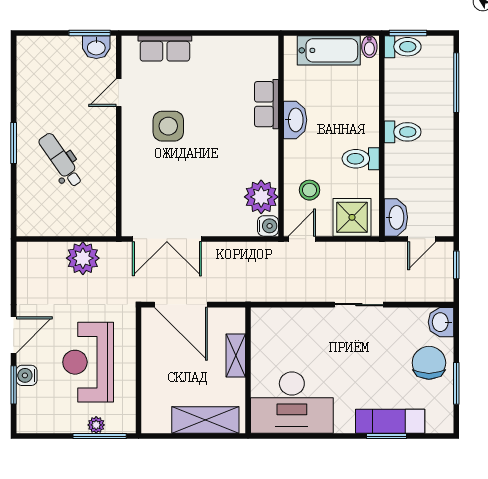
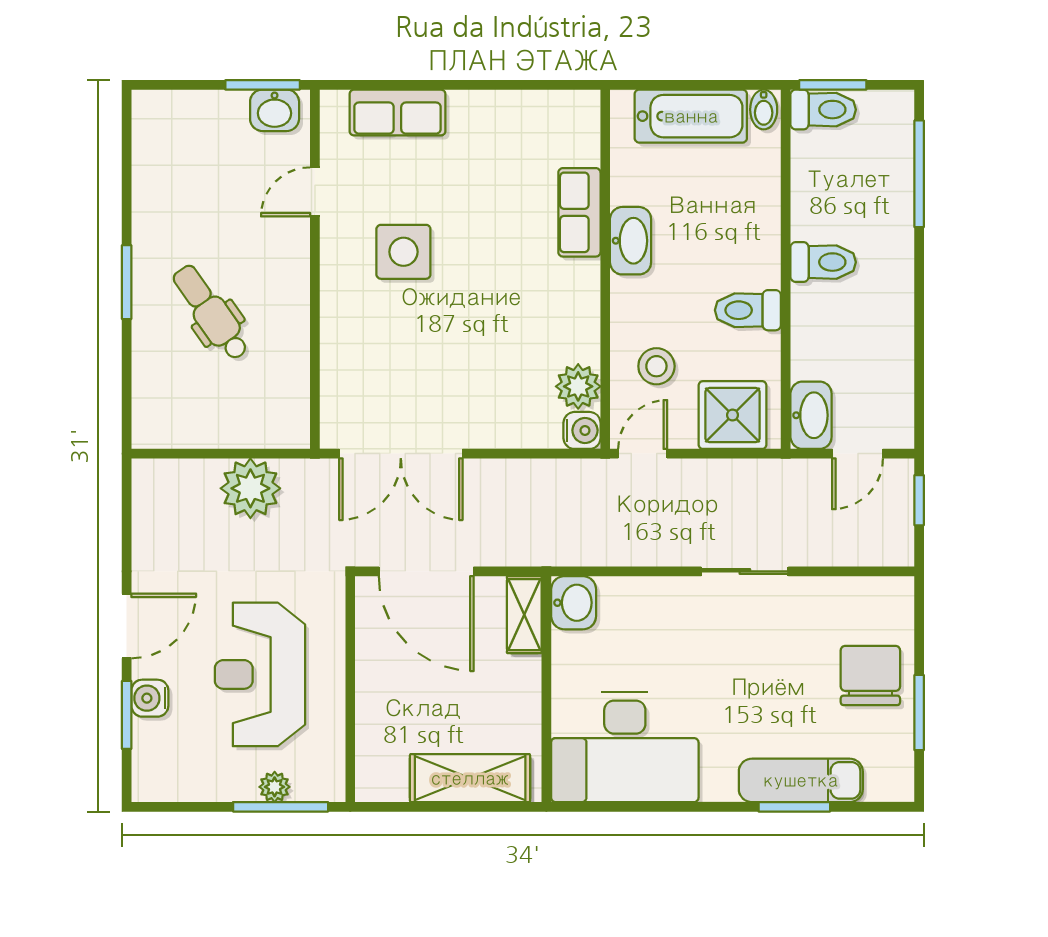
plant: (261, 197) -> (578, 386), width x0.73, depth x0.73
washbasin: (441, 322) -> (574, 603), moved, turned 180
shelving: (236, 356) -> (524, 615), moved

